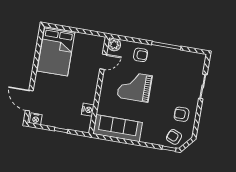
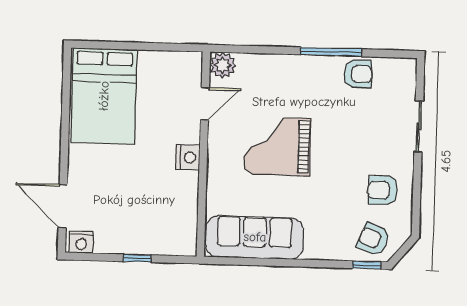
armchair: (141, 55) -> (358, 74), moved
nightstand: (88, 110) -> (188, 157), moved

